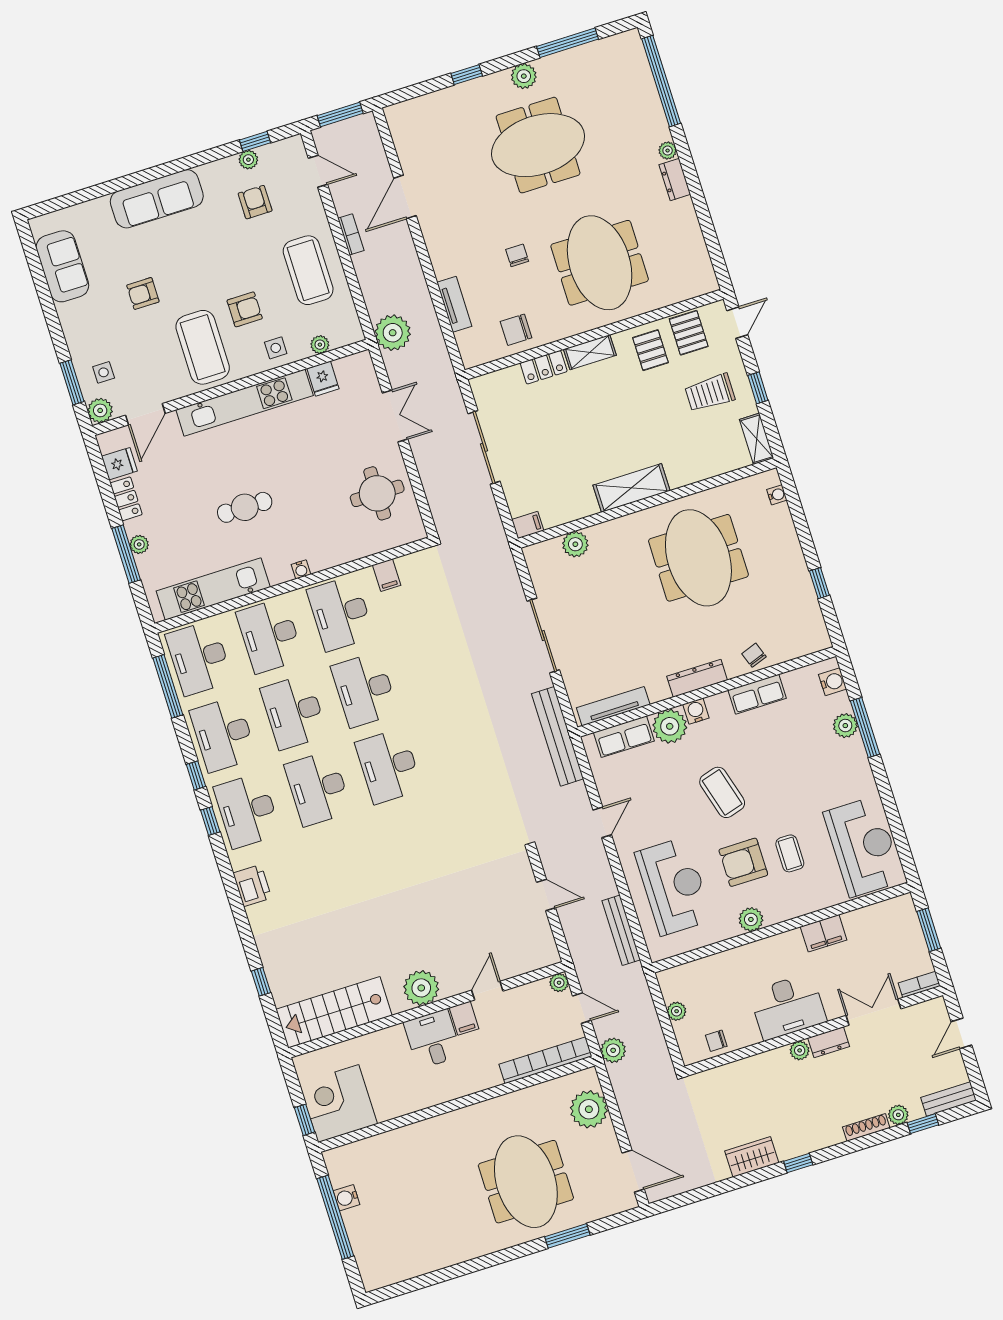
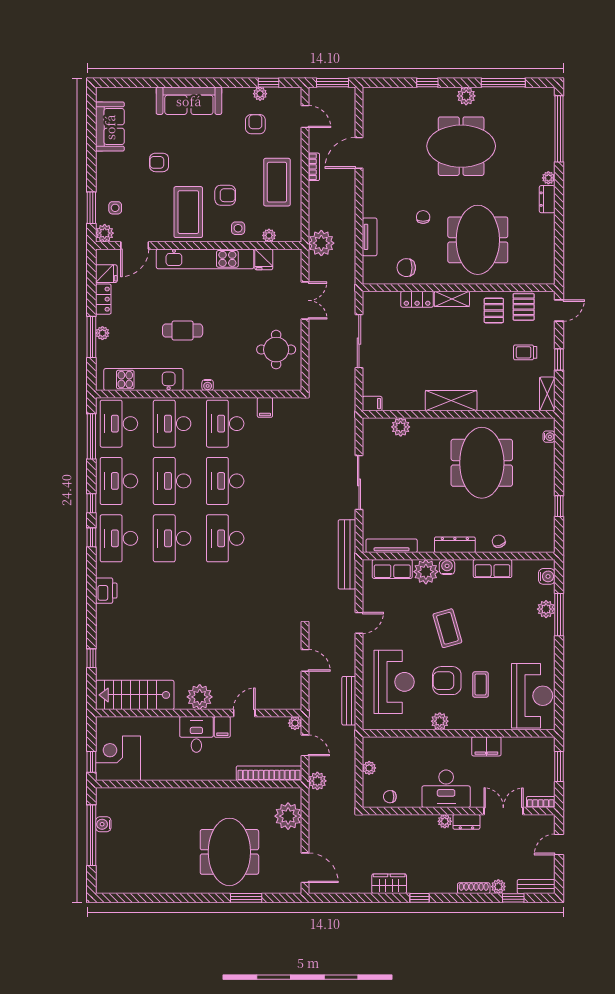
trolley: (710, 393) -> (525, 352), width x0.73, depth x0.72

